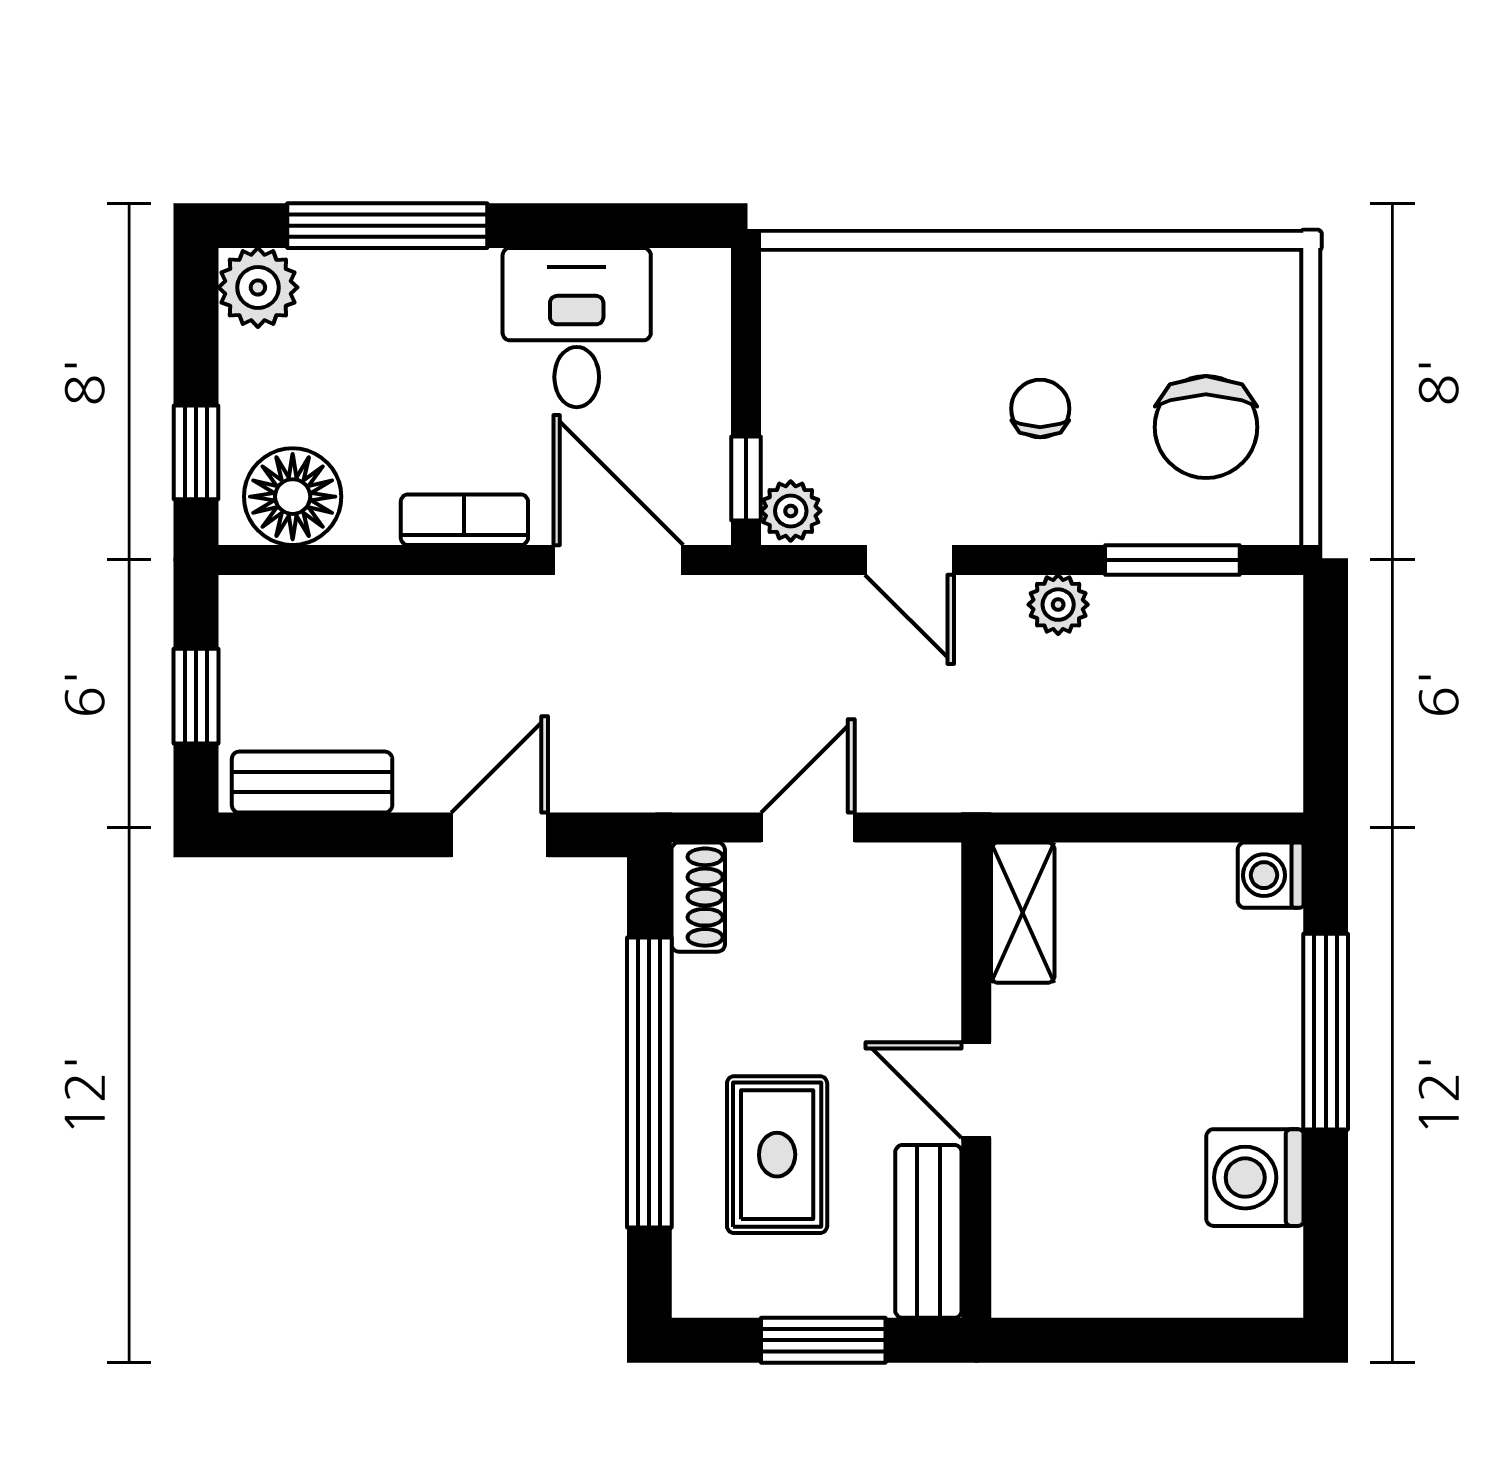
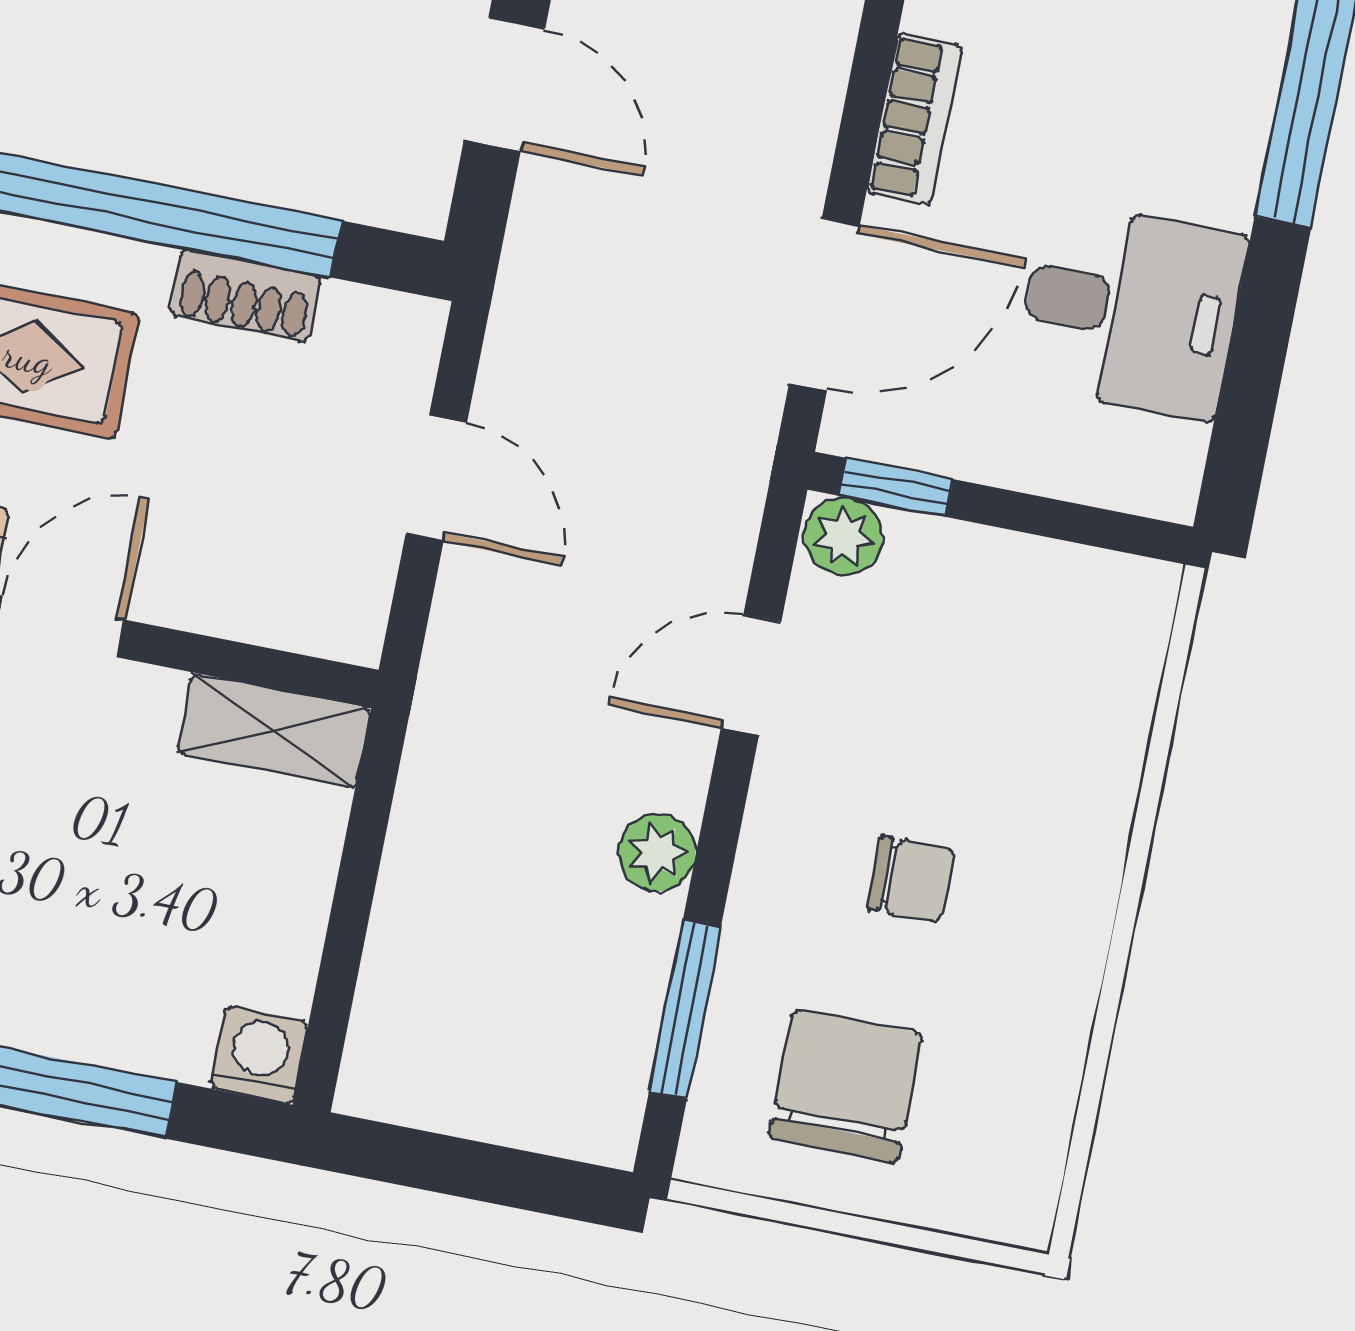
chair: (1206, 427) -> (845, 1086), turned 90
shoe rack: (698, 897) -> (245, 296), moved

